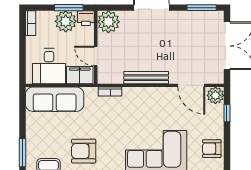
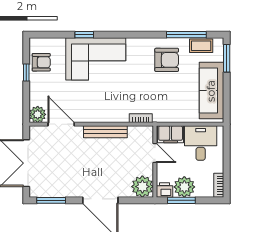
sofa: (55, 99) -> (211, 91), moved, turned -90
window: (227, 113) -> (26, 72), moved

